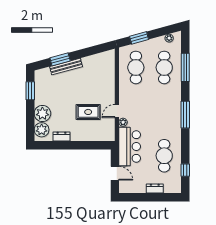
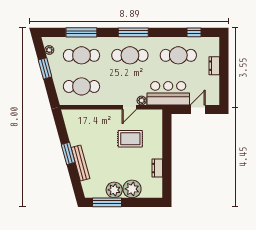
window: (139, 38) -> (45, 68), moved
window: (60, 59) -> (68, 153), moved
window: (30, 91) -> (107, 202), width x1.44
door: (117, 111) -> (129, 107), hinge flipped
rug: (88, 112) -> (130, 139), turned 90
cafe table: (164, 112) -> (130, 55), added
plant: (42, 130) -> (114, 190), moved

